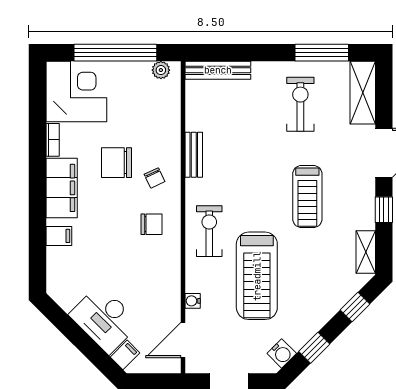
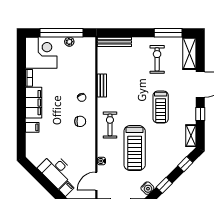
plant: (161, 70) -> (69, 42), moved
chair: (116, 163) -> (62, 90), removed

